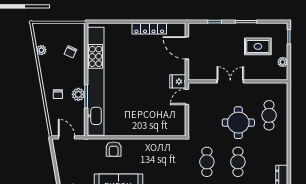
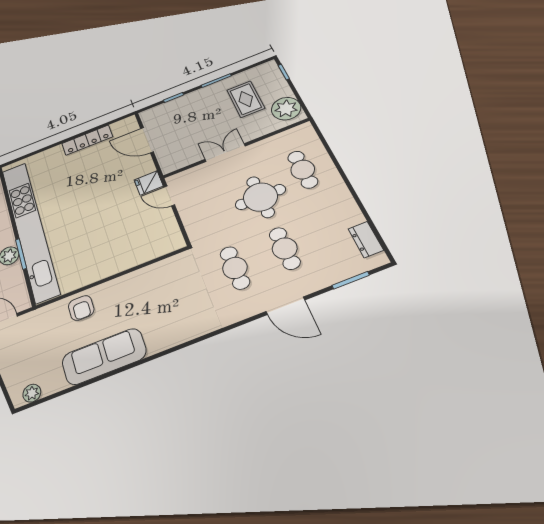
rug: (258, 46) -> (246, 99), turned 90
plant: (283, 62) -> (286, 109), width x1.87, depth x1.87
door: (187, 97) -> (169, 196), hinge flipped

